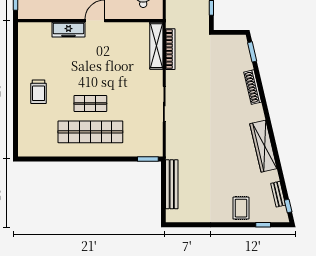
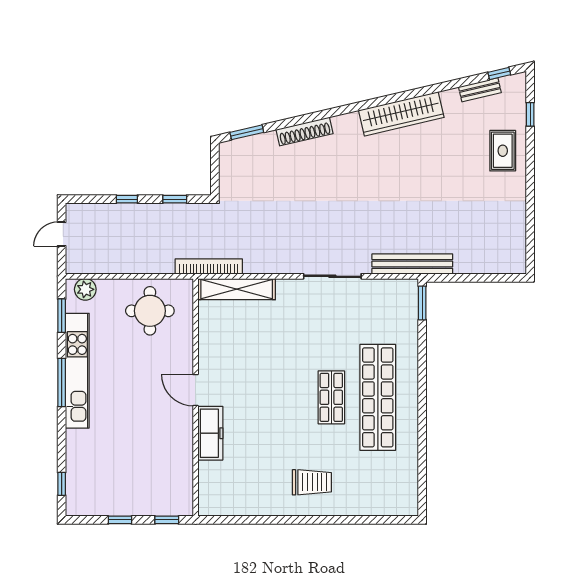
bookcase: (170, 49) -> (209, 266), moved
bench: (172, 184) -> (412, 264), moved
rug: (241, 208) -> (503, 151), turned 90

